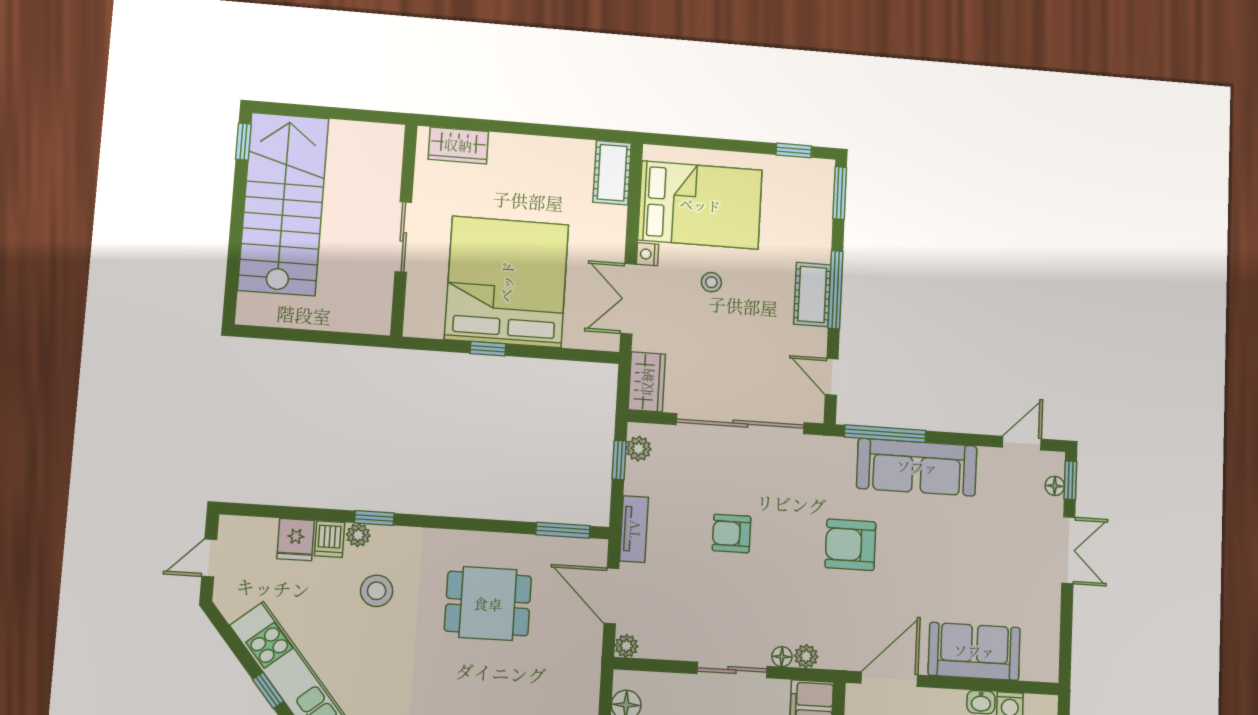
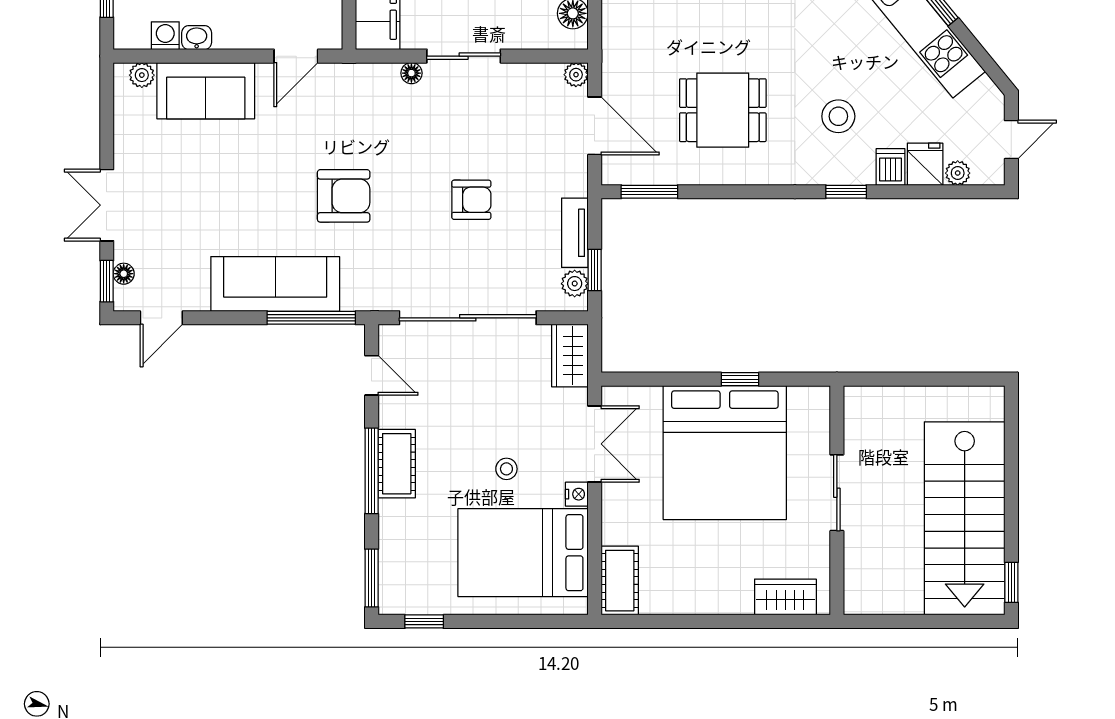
tv unit: (634, 529) -> (575, 233), moved
plant: (358, 535) -> (958, 173), moved
plant: (806, 656) -> (142, 75), moved
door: (889, 679) -> (296, 56), width x0.73

